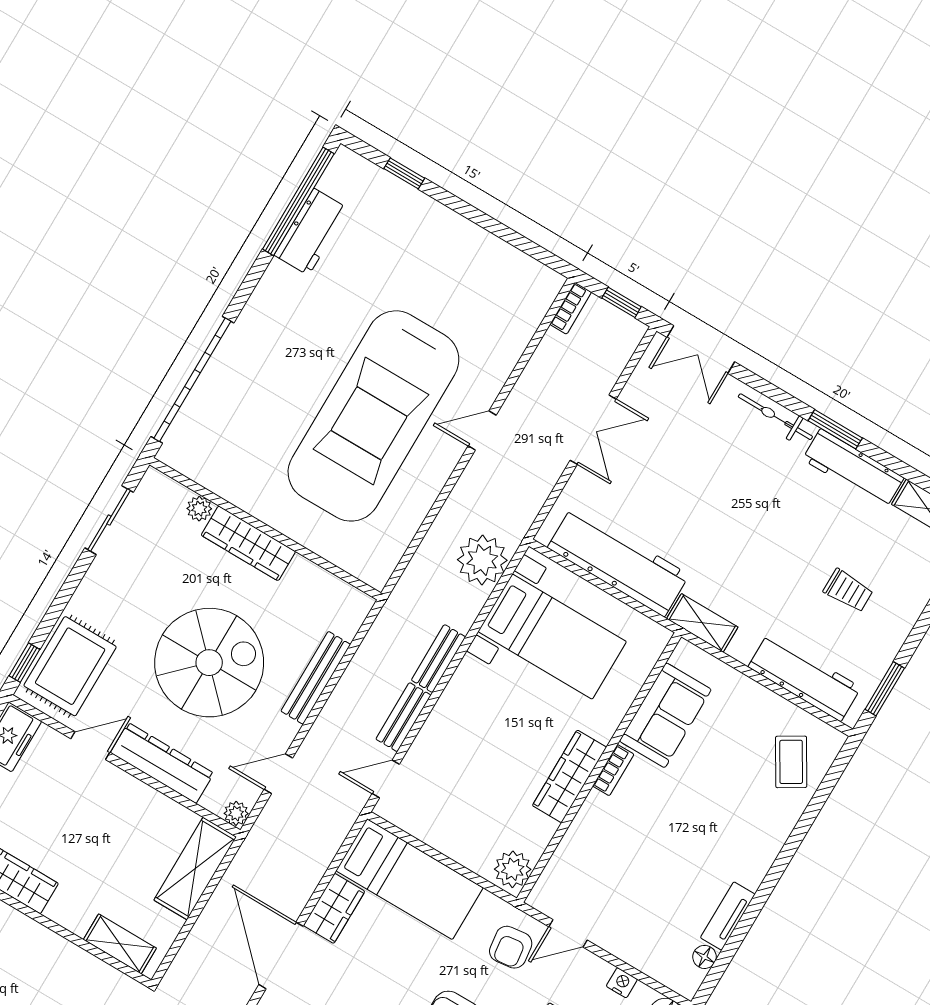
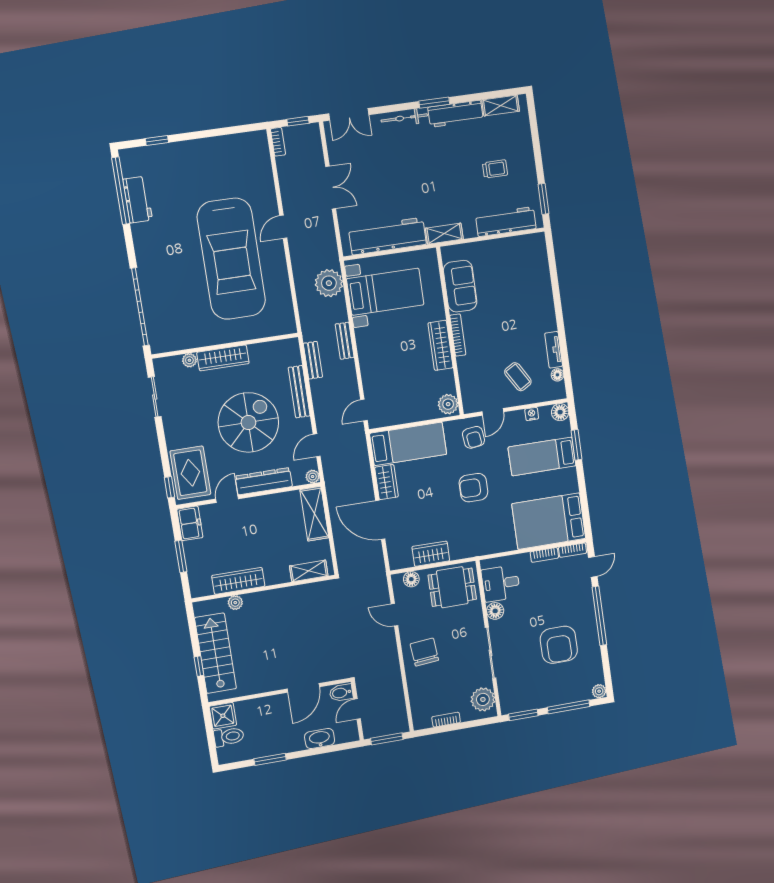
bench: (403, 717) -> (313, 360), moved
coffee table: (791, 762) -> (518, 377), moved
bookcase: (613, 770) -> (458, 335), width x1.56

